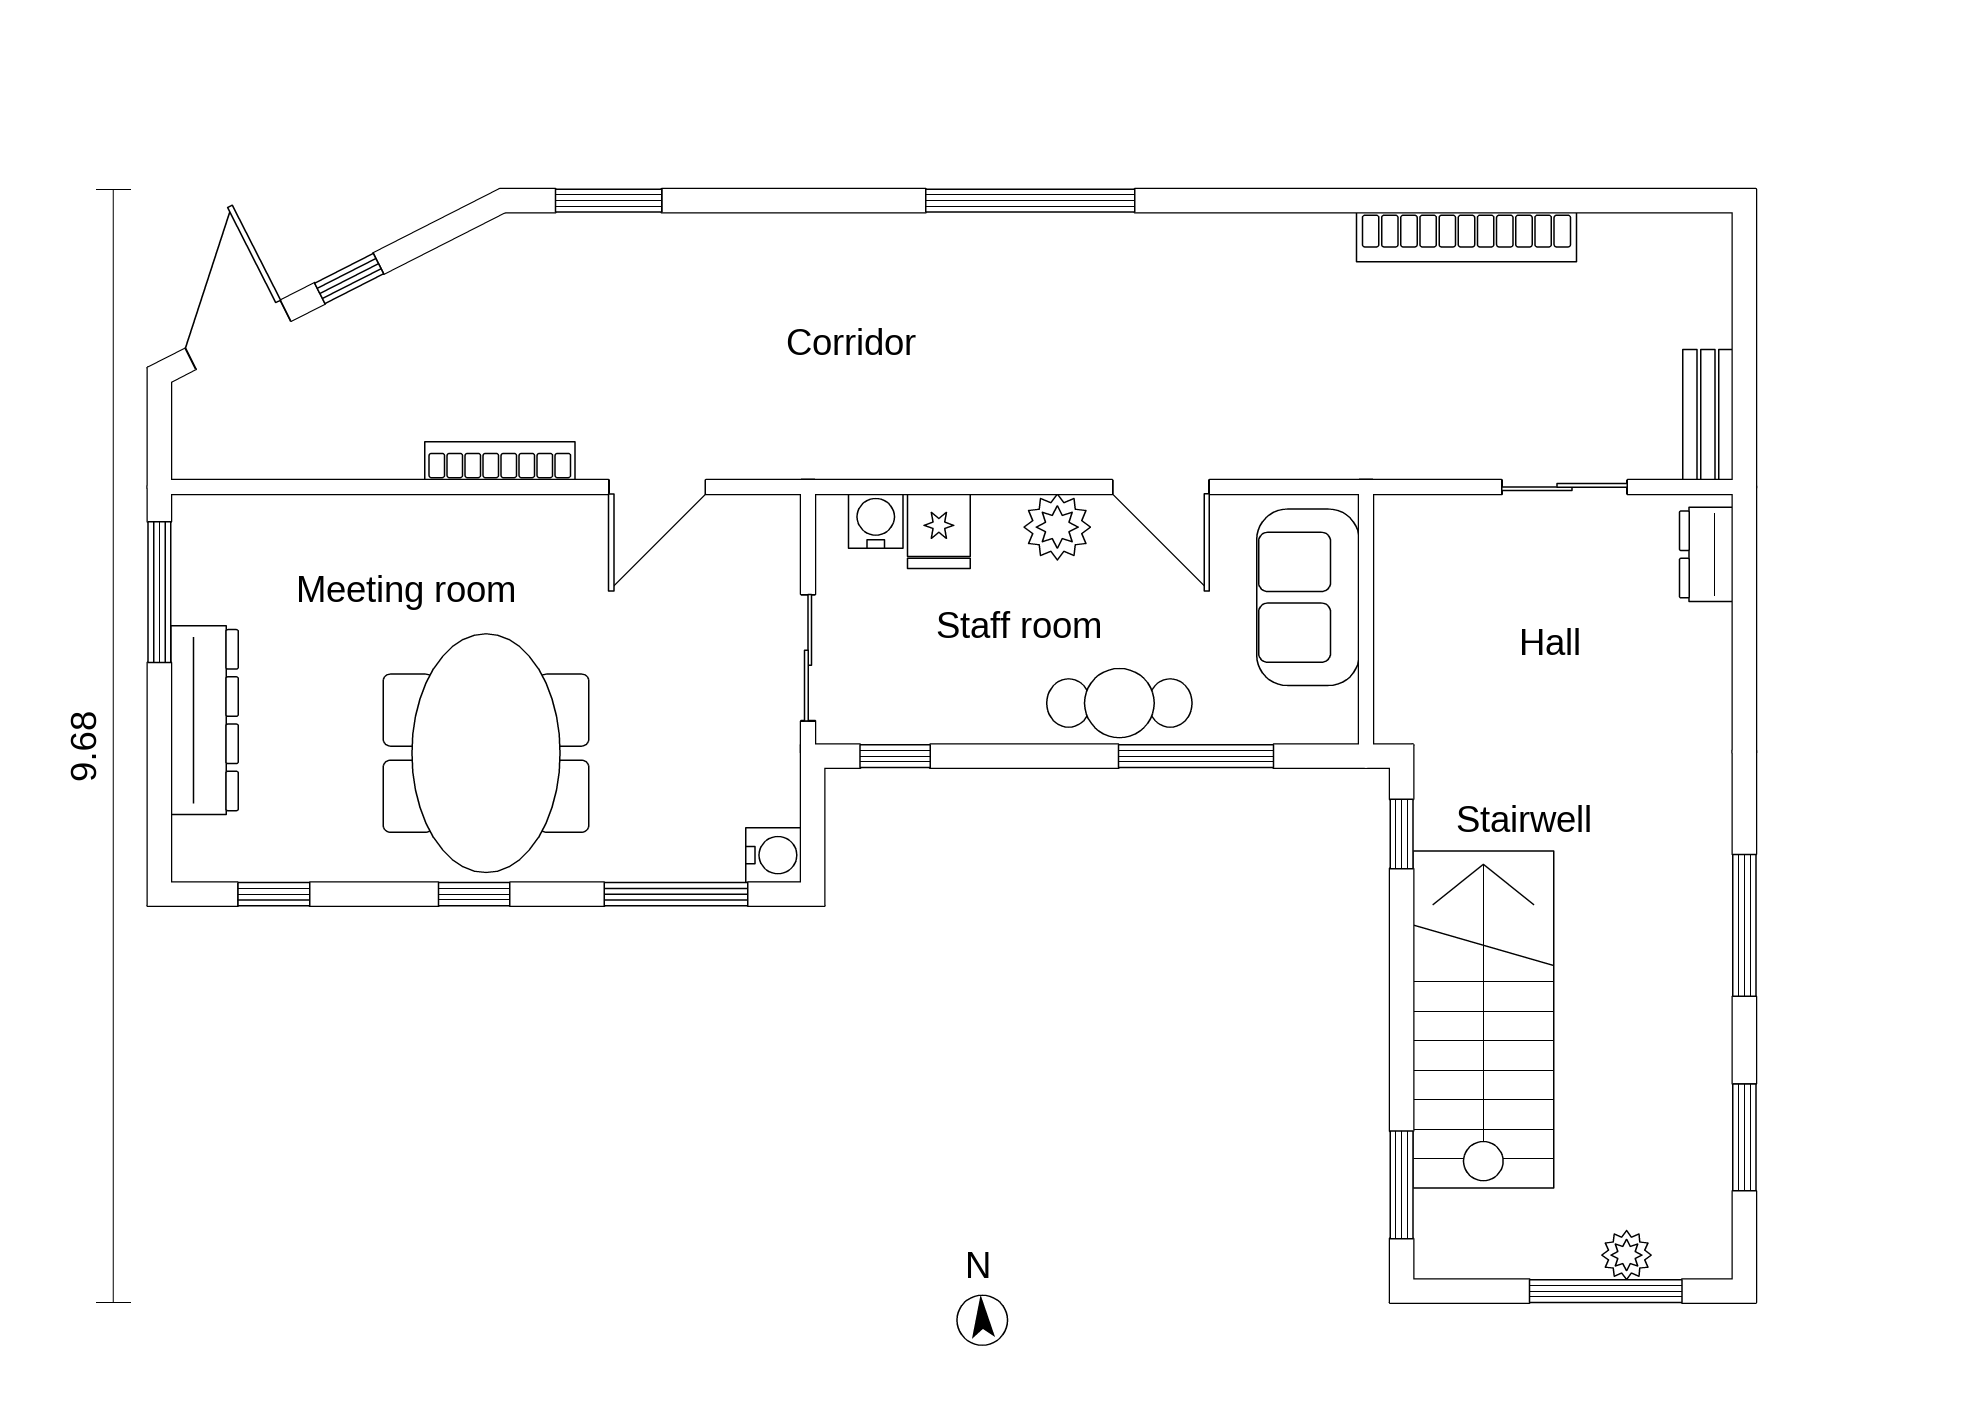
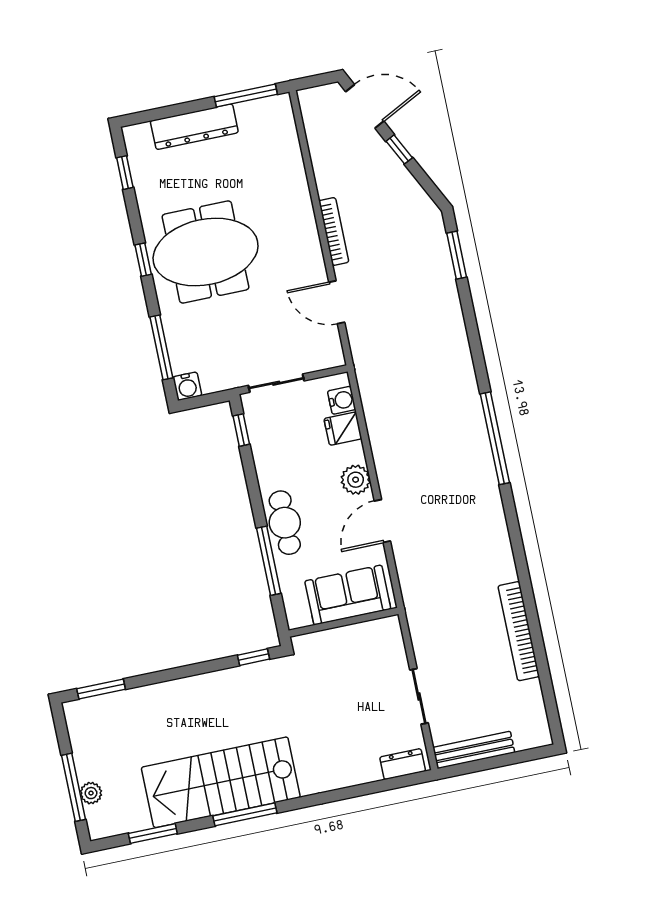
bench: (1708, 415) -> (474, 750), width x1.36
stairs: (1483, 1020) -> (221, 782), moved, turned 180

